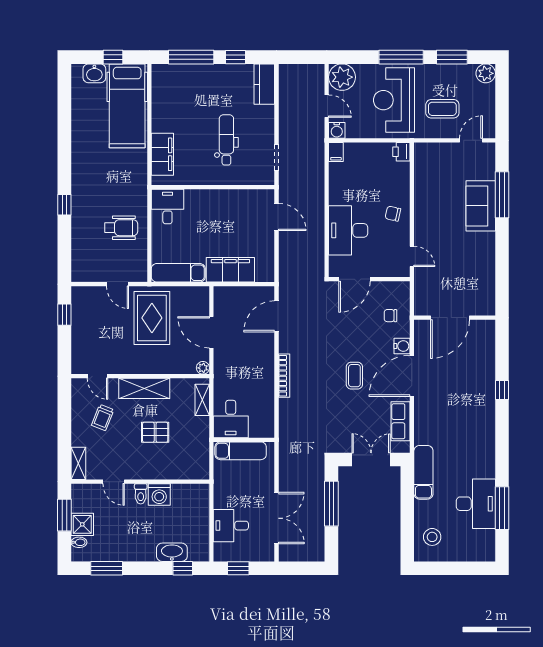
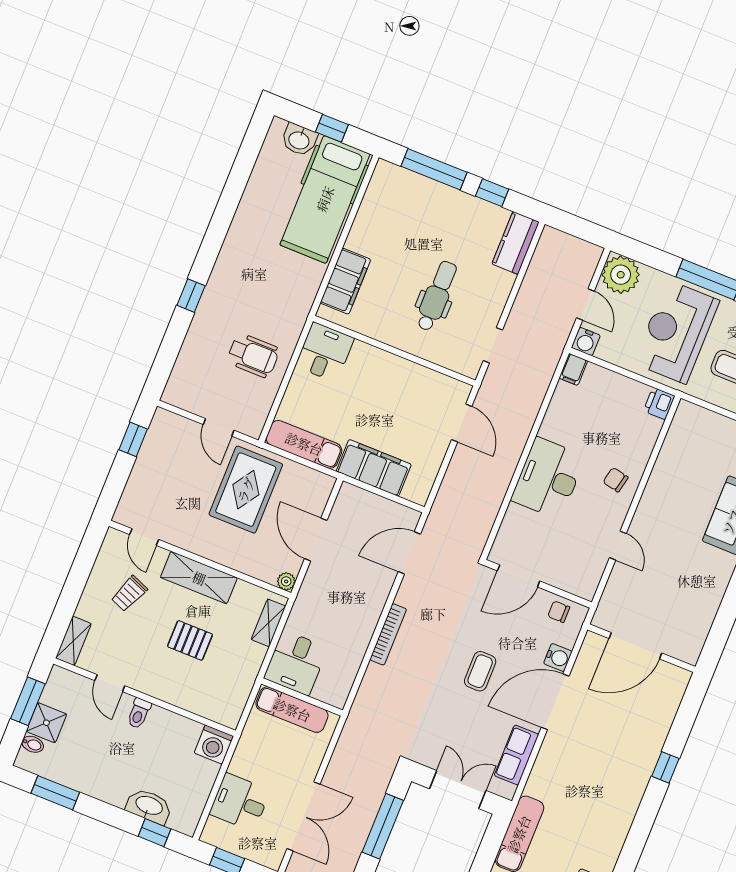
door: (355, 279) -> (519, 576), moved
wall: (369, 279) -> (538, 584), moved
washing machine: (159, 494) -> (214, 745), moved

